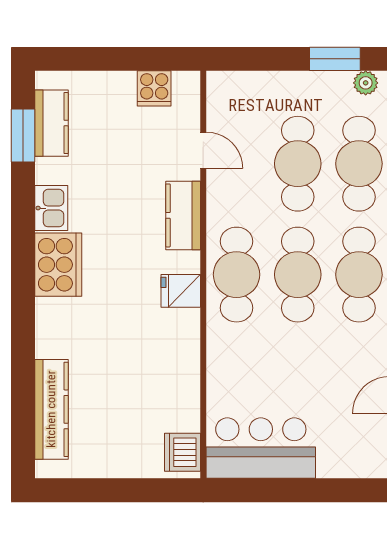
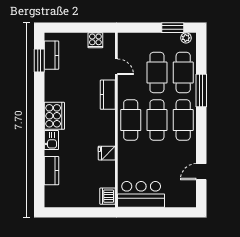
kitchen sink: (51, 208) -> (51, 140), moved
fridge: (181, 291) -> (107, 153), moved
kitchen counter: (51, 409) -> (51, 171), width x0.67

